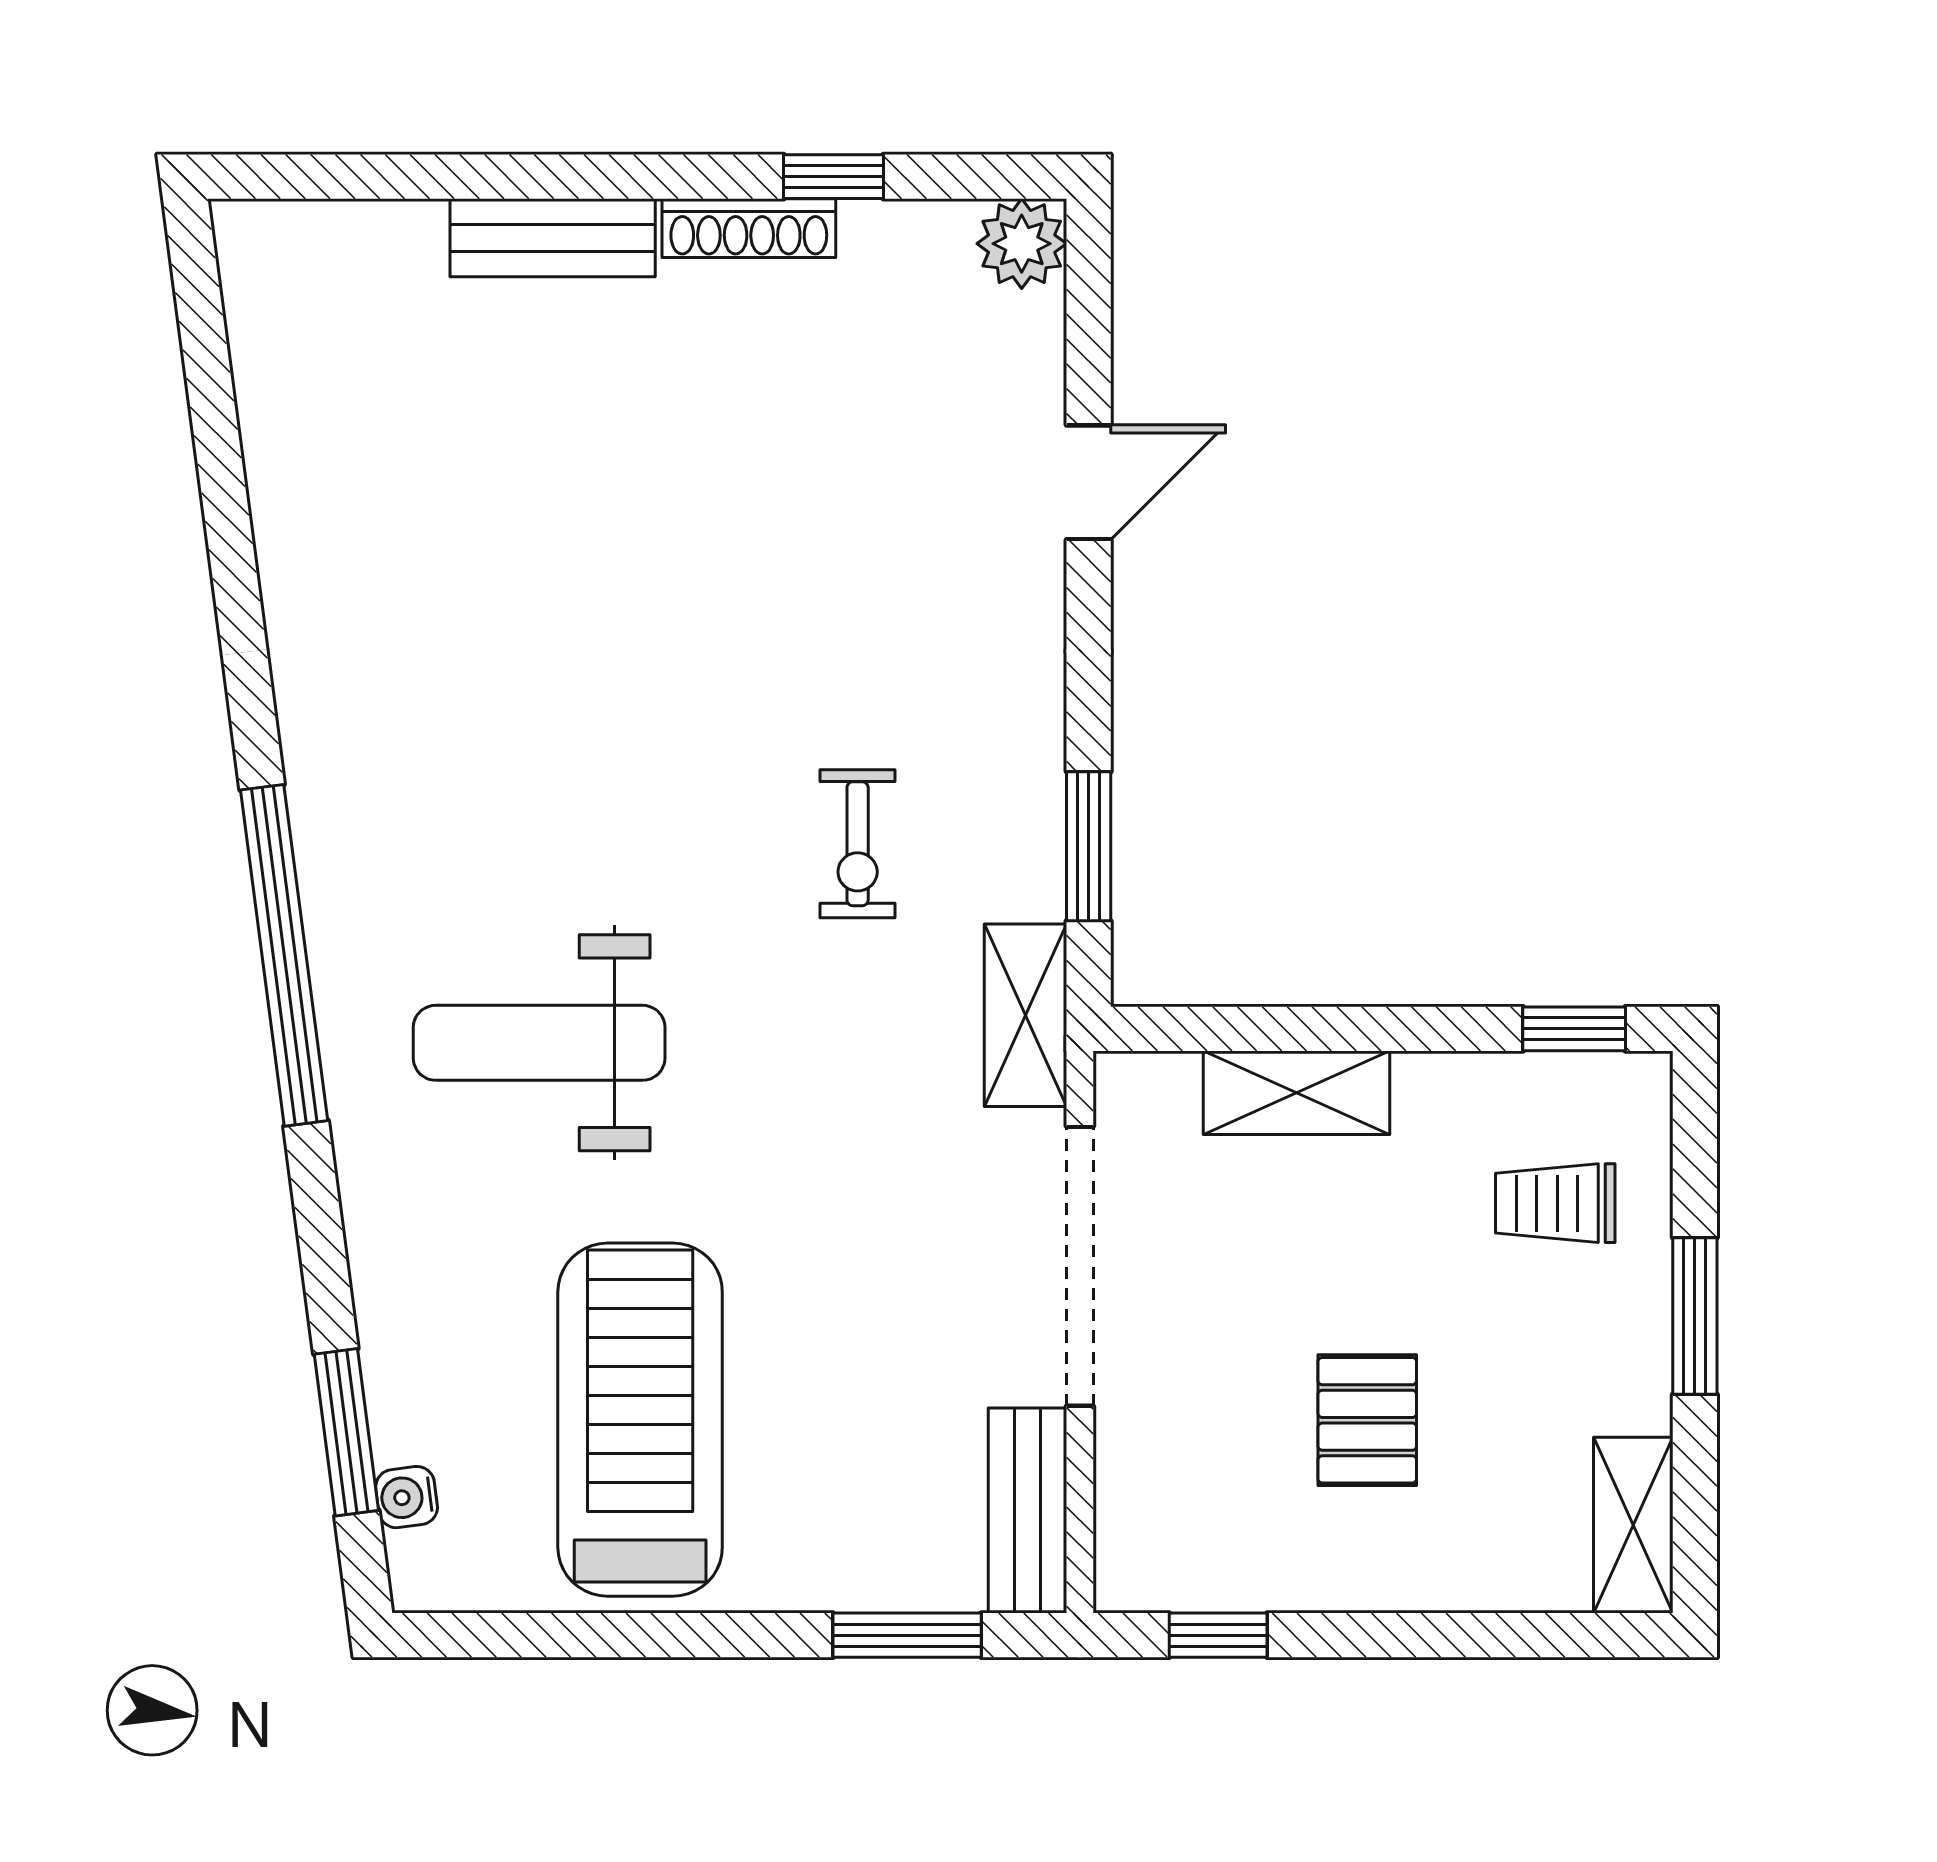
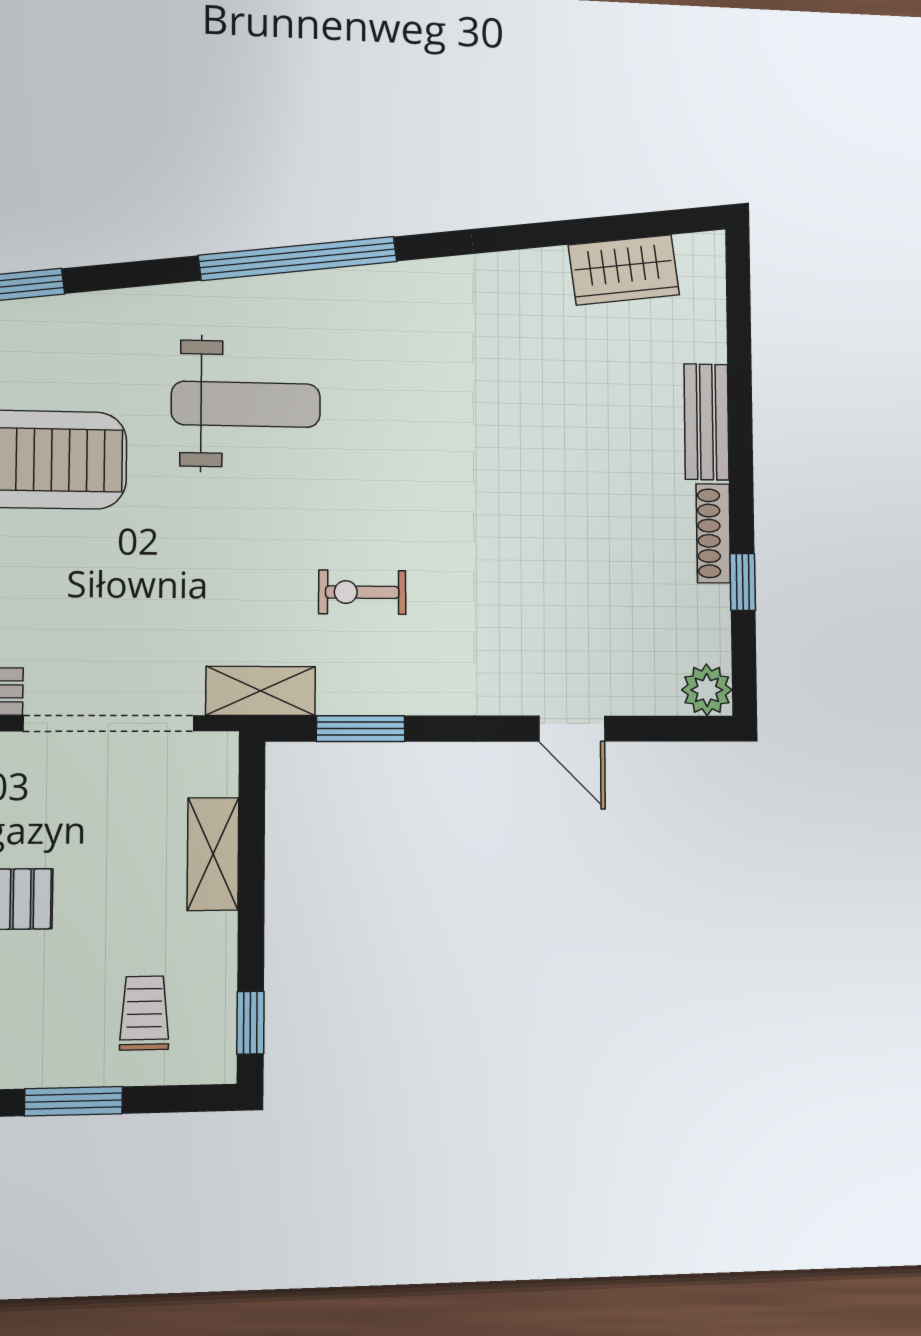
wardrobe: (286, 383) -> (624, 270), added
weight bench: (539, 1043) -> (246, 404), turned 90

